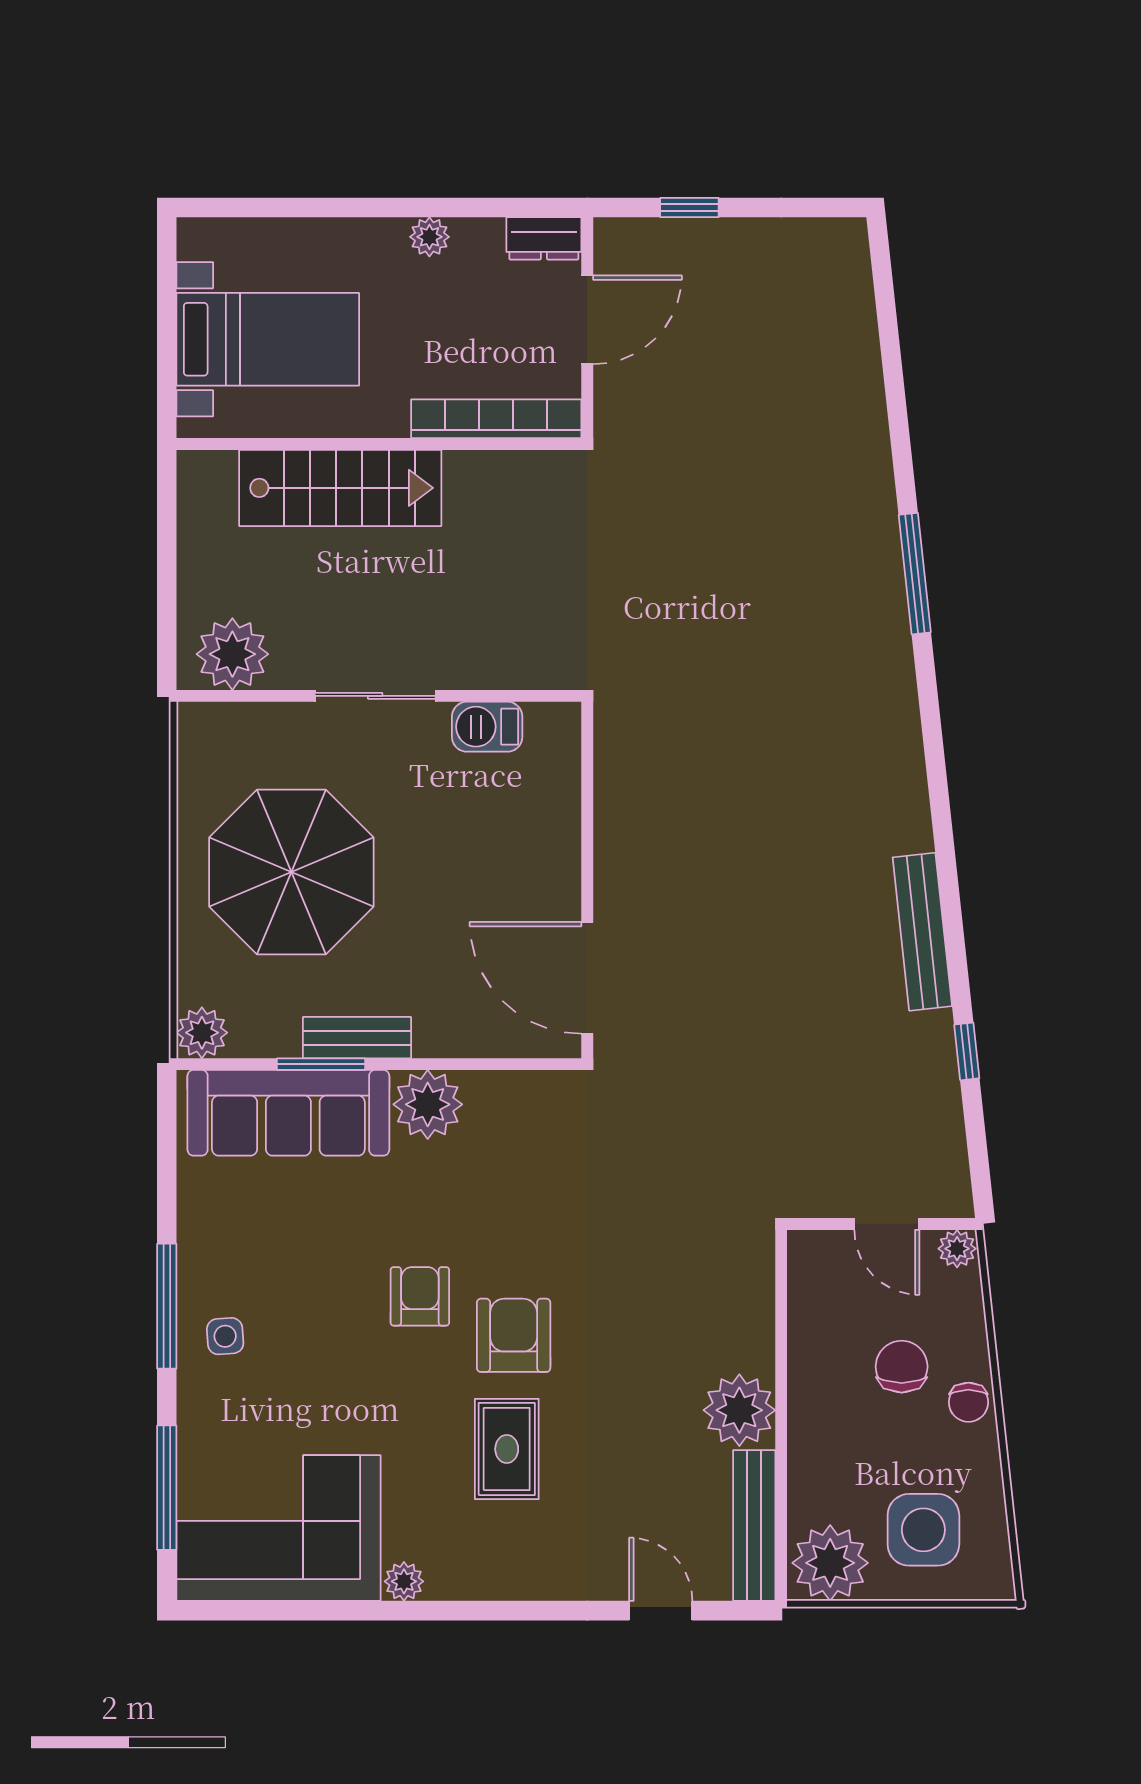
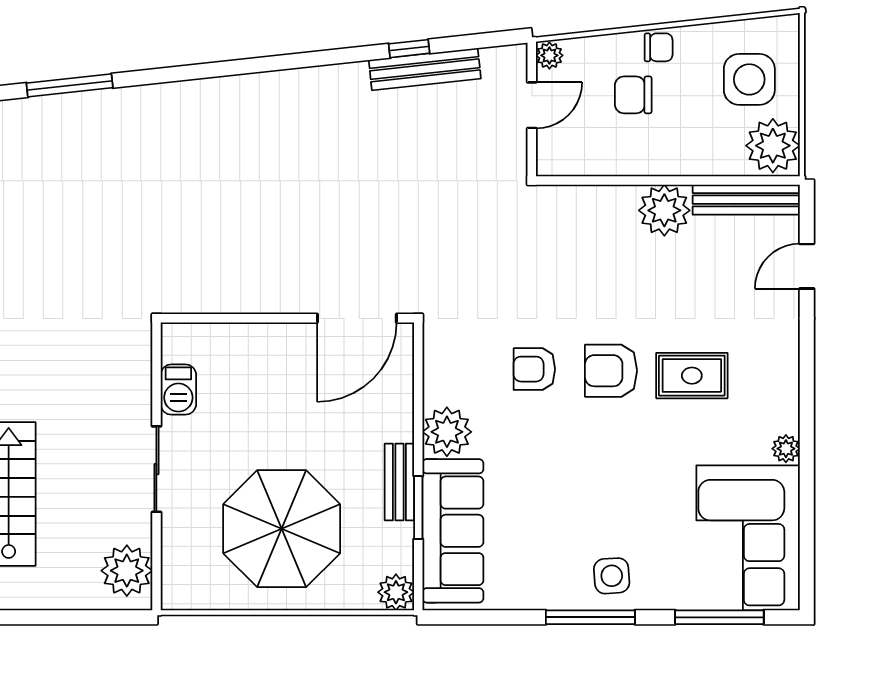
bench: (922, 932) -> (425, 69), moved
armchair: (420, 1296) -> (534, 369), moved
side table: (225, 1336) -> (612, 576), width x1.37, depth x1.37

